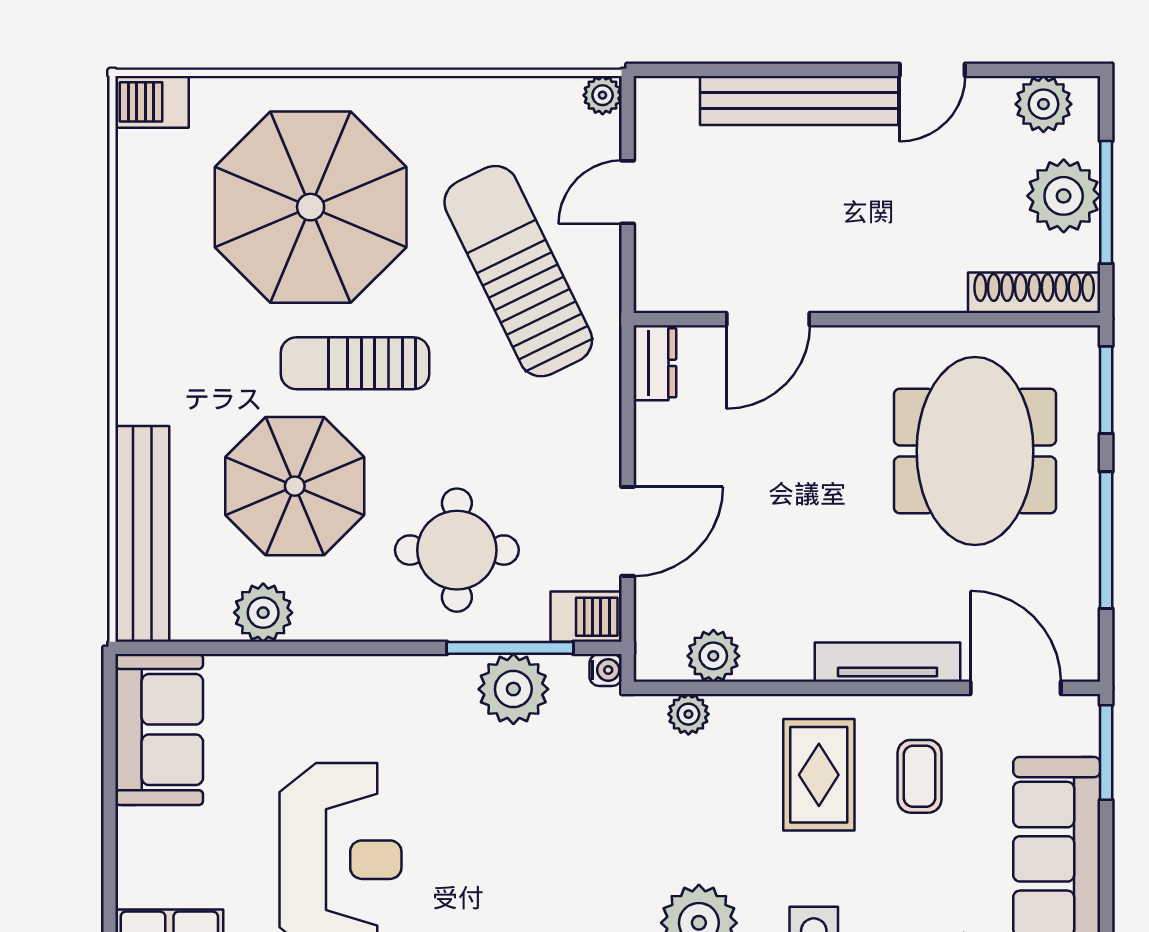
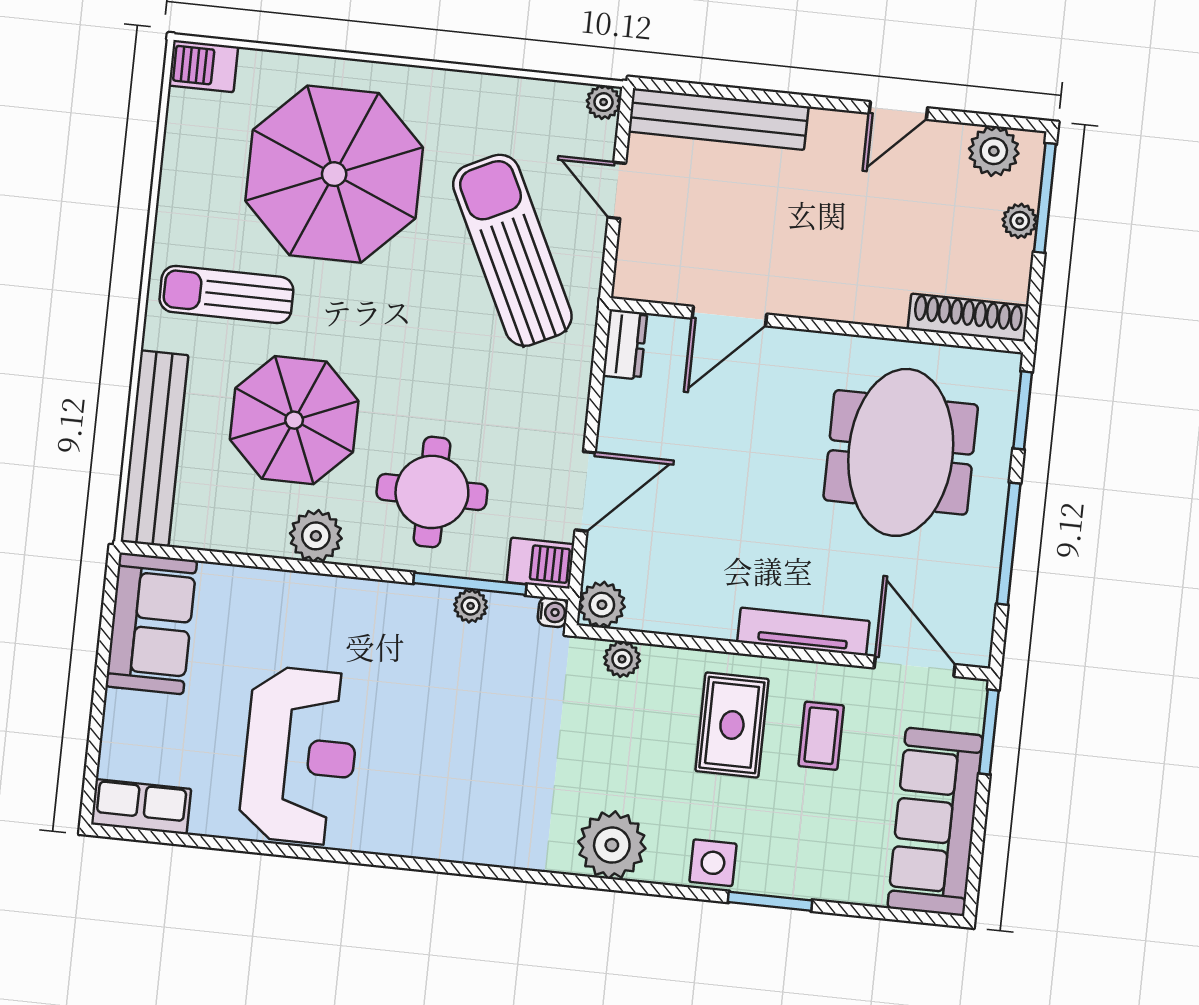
bench: (799, 101) -> (718, 119), moved
door: (628, 192) -> (617, 190), hinge flipped
plant: (1064, 196) -> (1020, 221), width x0.53, depth x0.53
window: (1106, 202) -> (1045, 198), moved
sun lounger: (355, 363) -> (226, 294), moved
plant: (263, 613) -> (316, 536), moved
plant: (713, 656) -> (602, 605), moved
plant: (513, 689) -> (471, 606), width x0.53, depth x0.53

